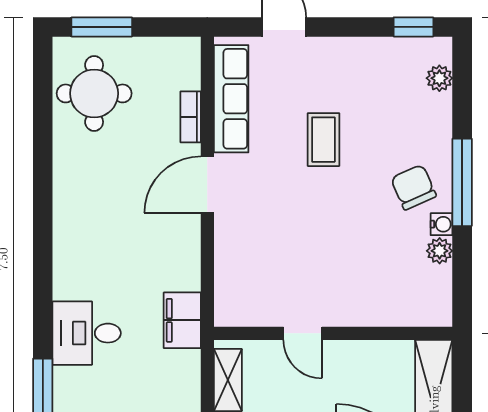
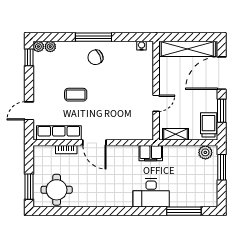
water cooler: (441, 224) -> (142, 46), moved
plant: (440, 251) -> (38, 46), moved
desk: (87, 333) -> (151, 193), width x1.37

